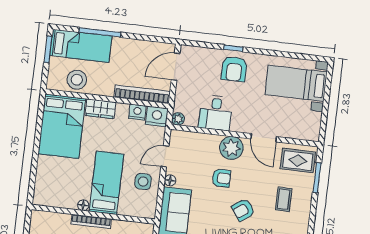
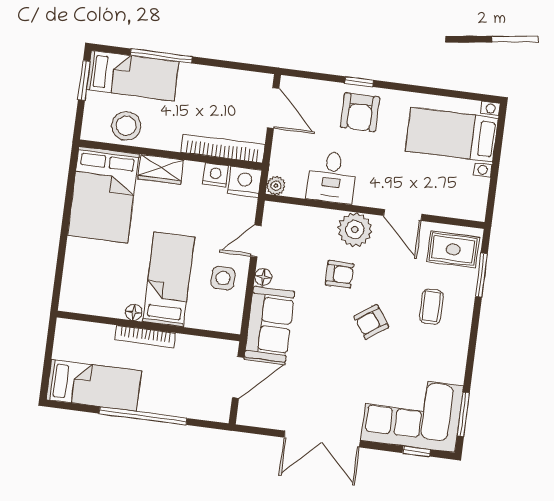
door: (176, 67) -> (273, 108), swing flipped

